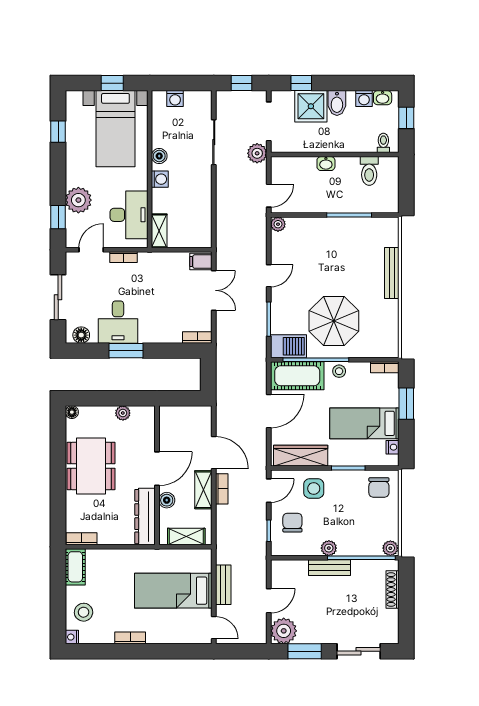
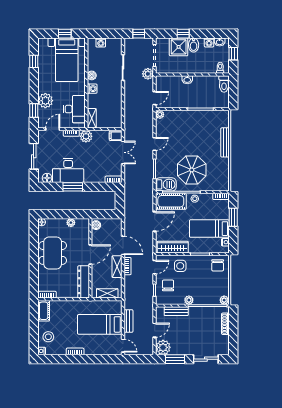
window: (301, 83) -> (183, 34), moved
toilet: (369, 171) -> (224, 84), moved
plant: (149, 262) -> (86, 136), added
desk: (118, 322) -> (68, 171), width x1.37
boiler: (167, 500) -> (96, 225), moved
bench: (330, 568) -> (176, 311), moved

